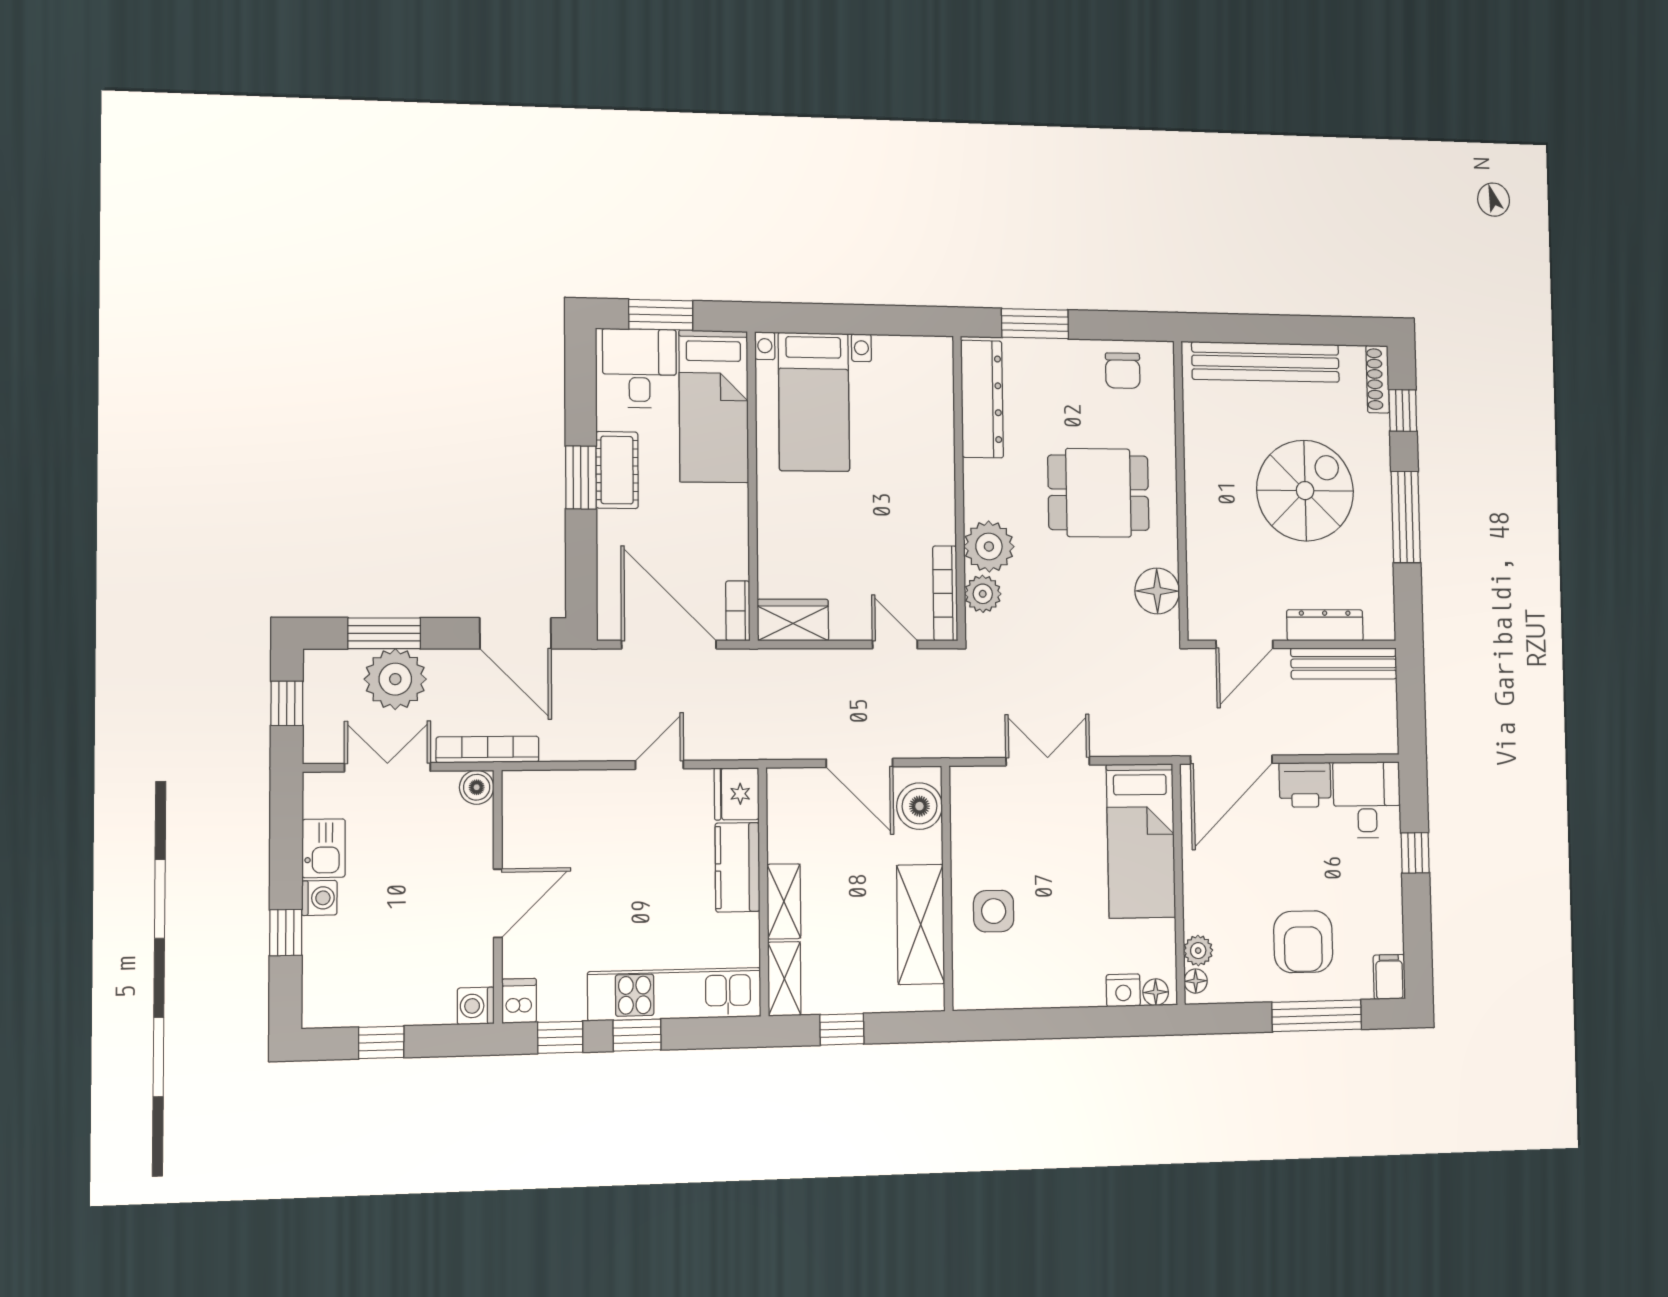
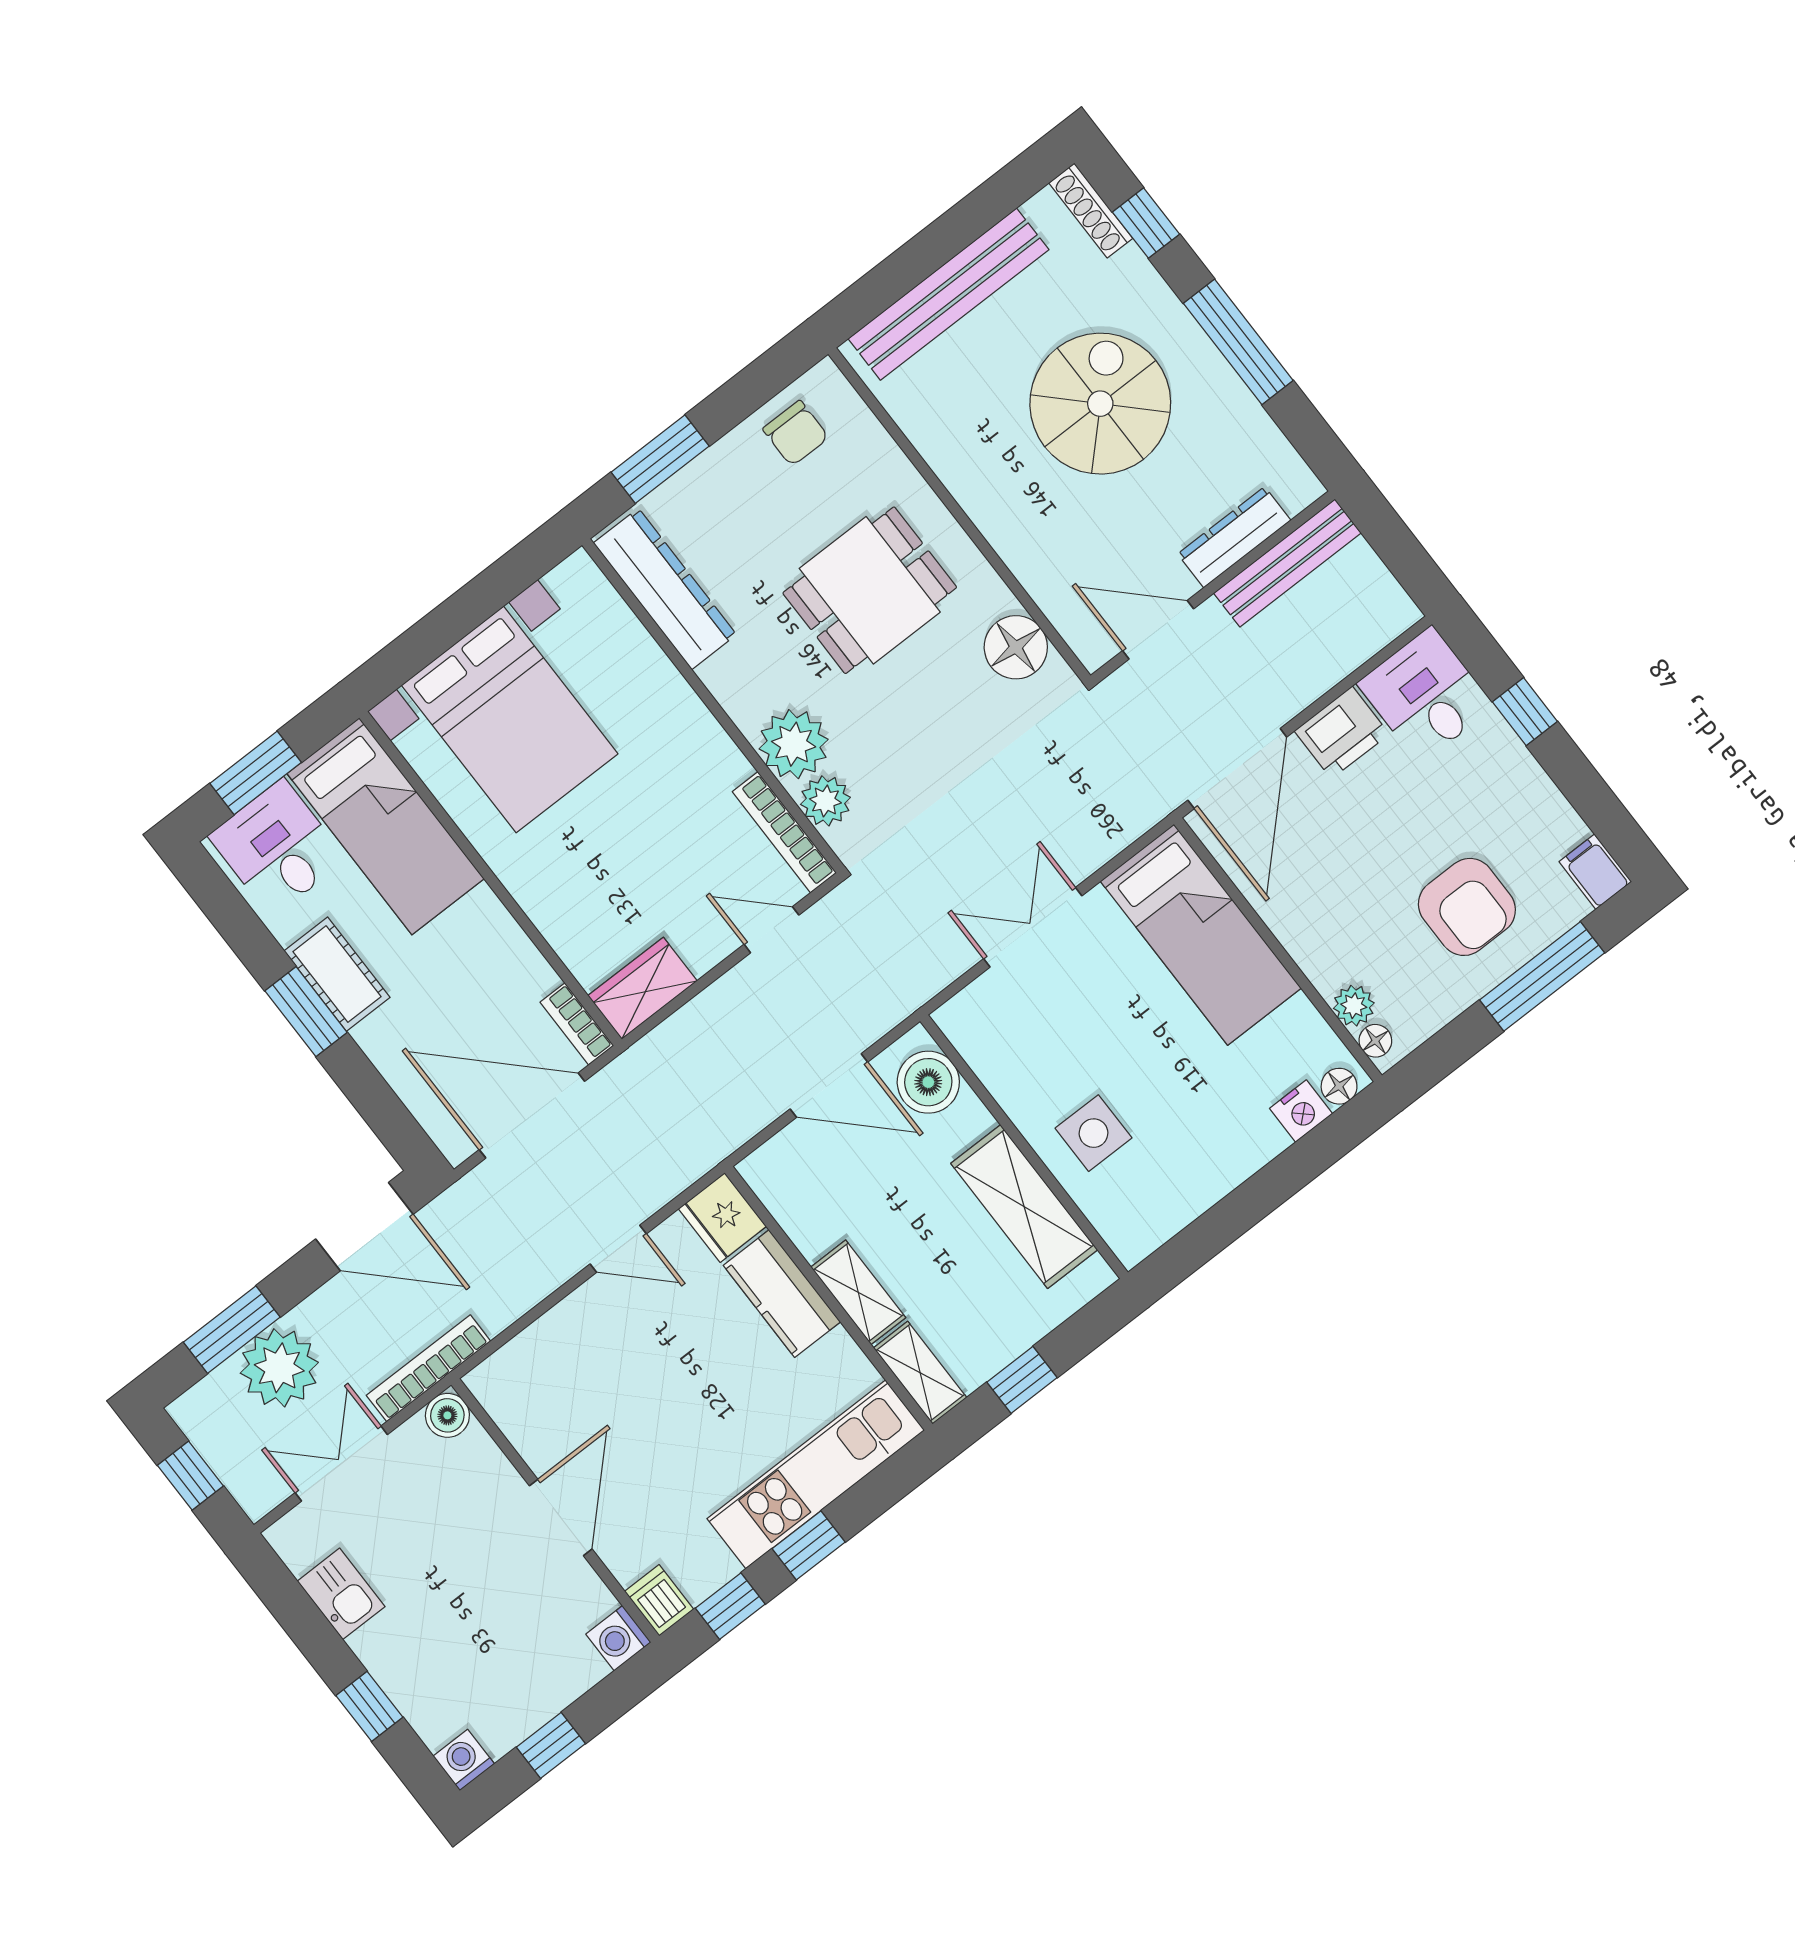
bed with nightstands: (814, 402) -> (510, 719), width x1.36
door: (1245, 644) -> (1158, 630), swing flipped
door: (659, 765) -> (618, 1249), swing flipped
washing machine: (319, 898) -> (464, 1760), moved, turned -90

